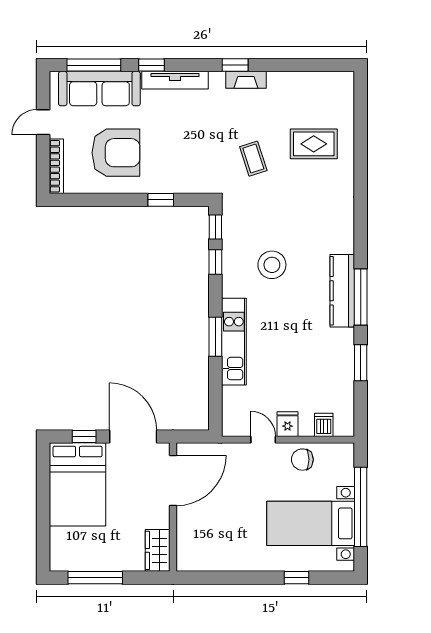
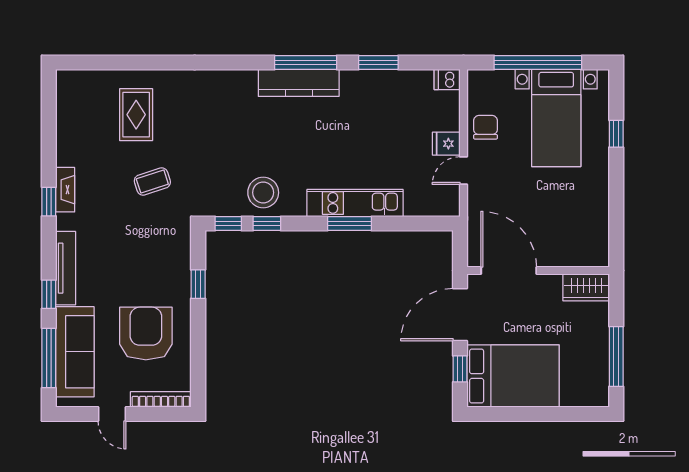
stool: (272, 265) -> (263, 193), moved
dishwasher: (324, 425) -> (447, 80), moved
chair: (302, 460) -> (486, 127), turned 180

